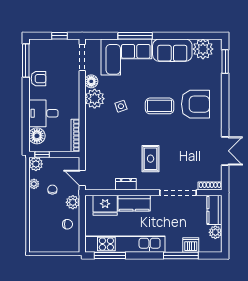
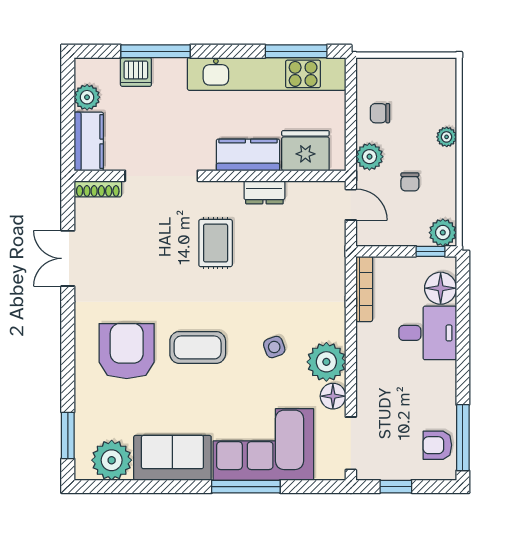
armchair: (39, 79) -> (437, 445), moved
armchair: (195, 104) -> (127, 351), turned 90
plant: (34, 184) -> (447, 137), moved

